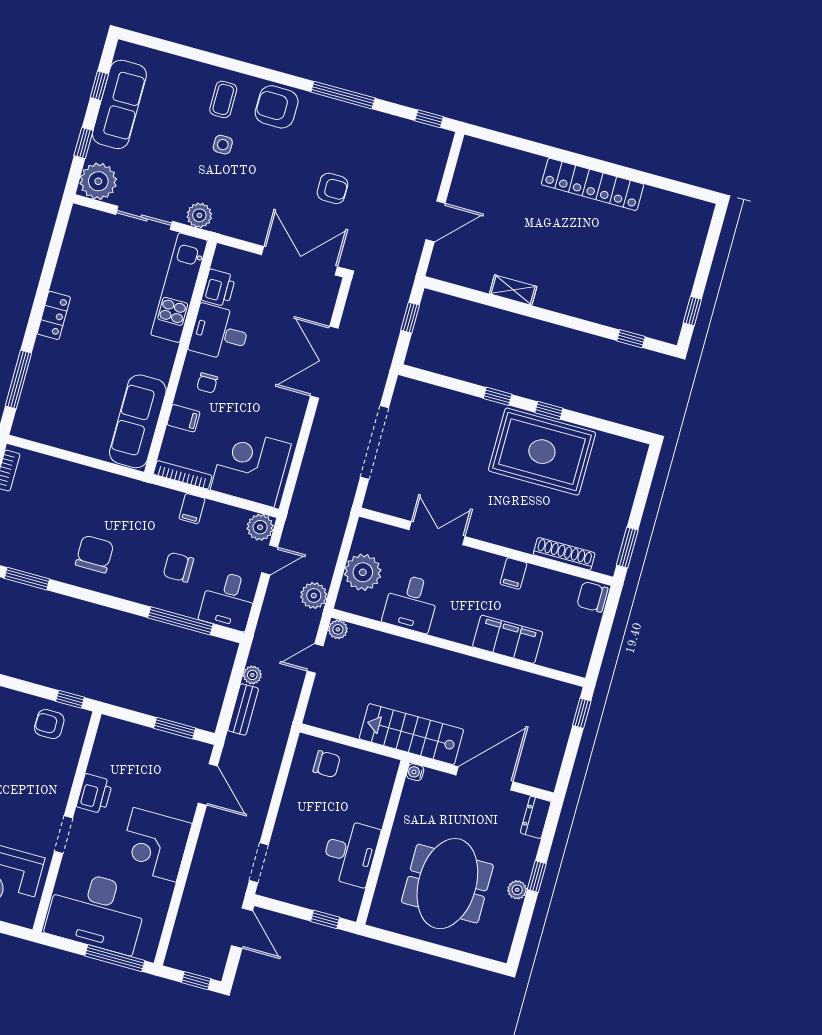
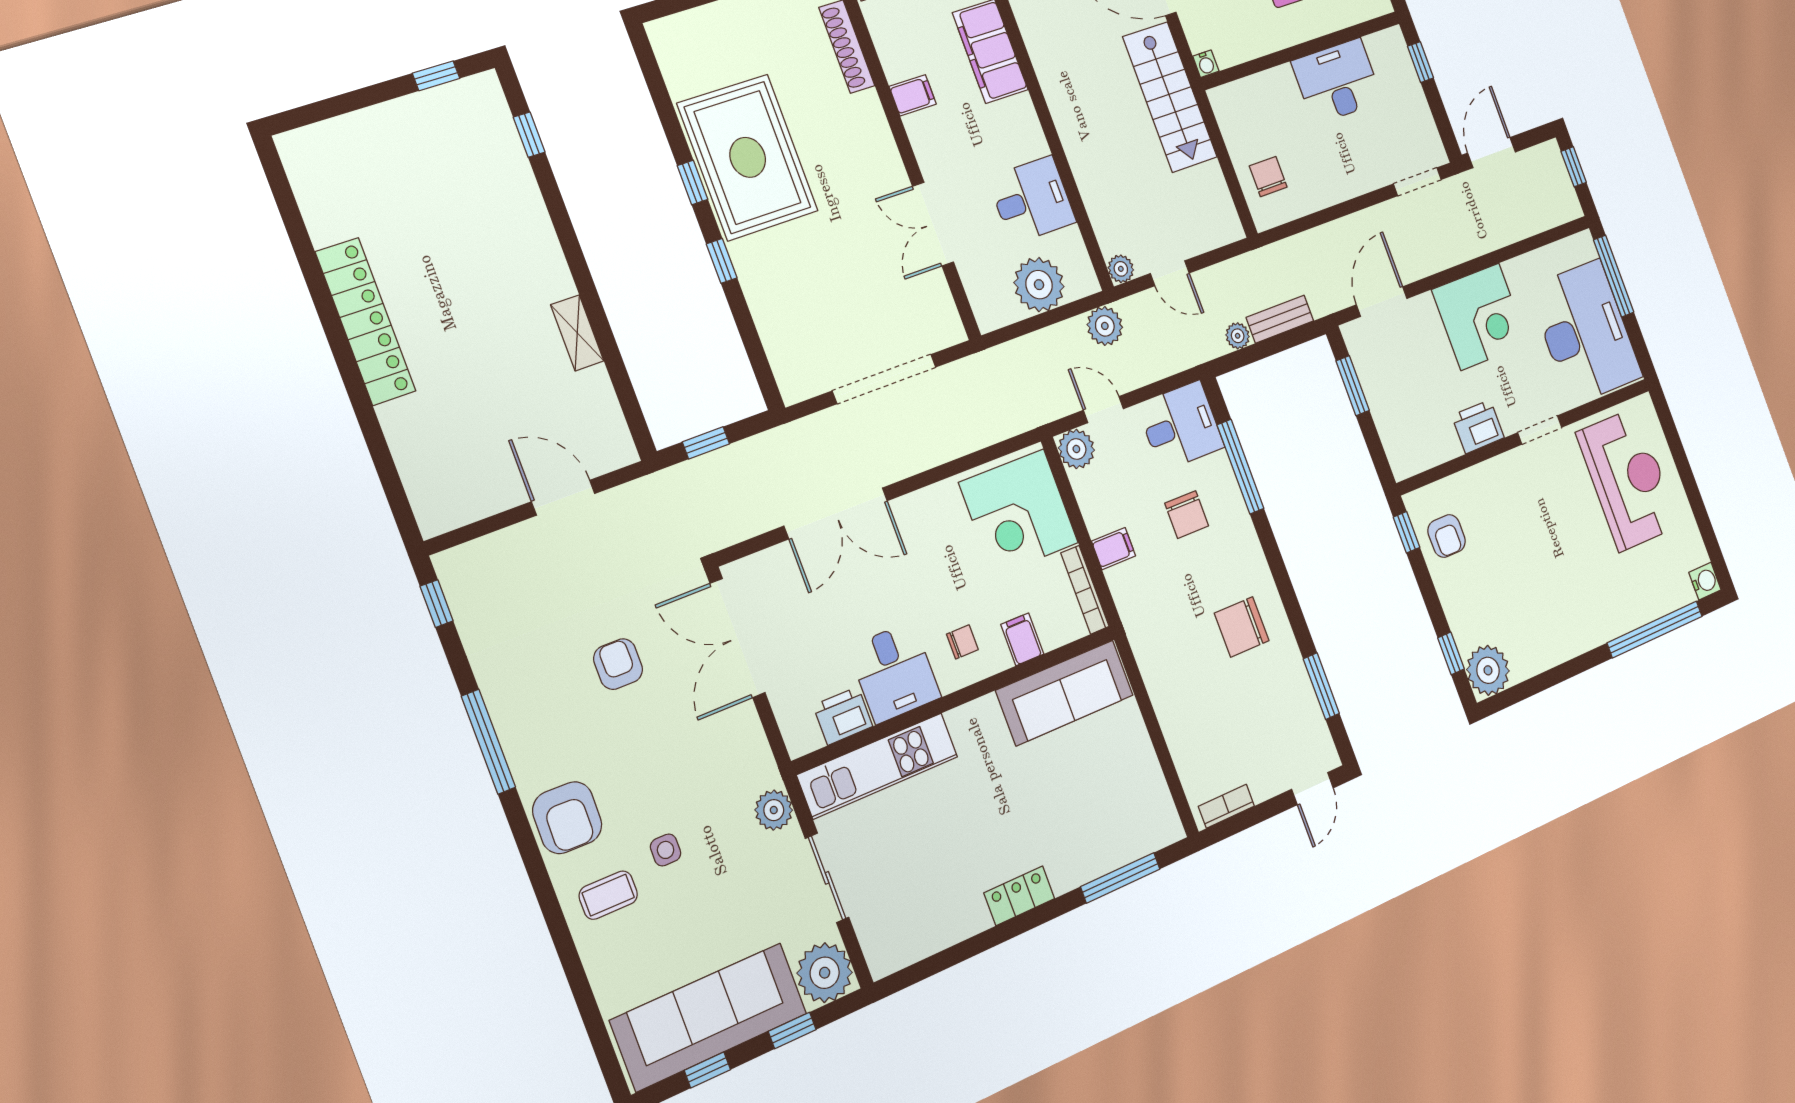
sofa: (119, 104) -> (709, 1017), width x1.36, depth x1.27

